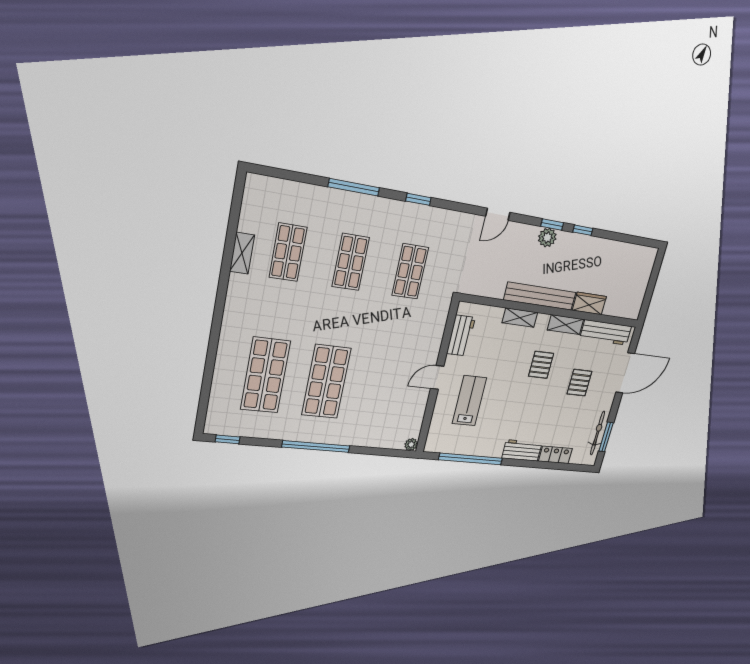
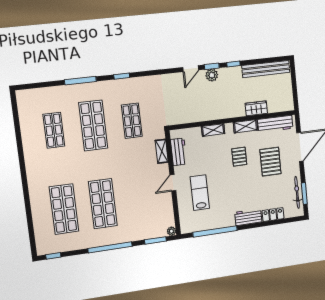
door: (498, 214) -> (191, 69), moved
shelving: (242, 253) -> (162, 151), moved
shop shelf: (351, 262) -> (93, 125), width x1.43, depth x1.36
bench: (540, 296) -> (266, 69), moved
pallet: (579, 383) -> (270, 162), width x1.50, depth x1.42
window: (384, 452) -> (155, 240), added

